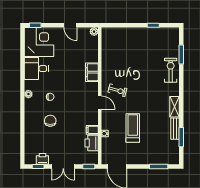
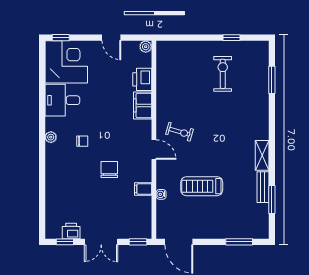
exercise bike: (171, 70) -> (223, 74), moved
chair: (50, 121) -> (109, 170), moved
treadmill: (133, 128) -> (202, 186), turned -90
printer: (92, 143) -> (142, 79), moved

